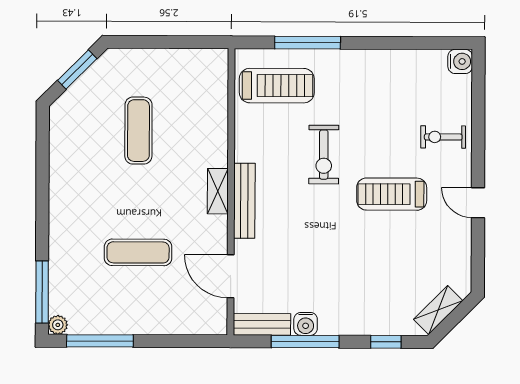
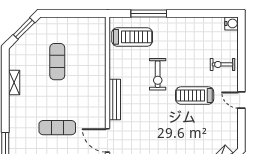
shelving: (218, 191) -> (14, 82), moved

